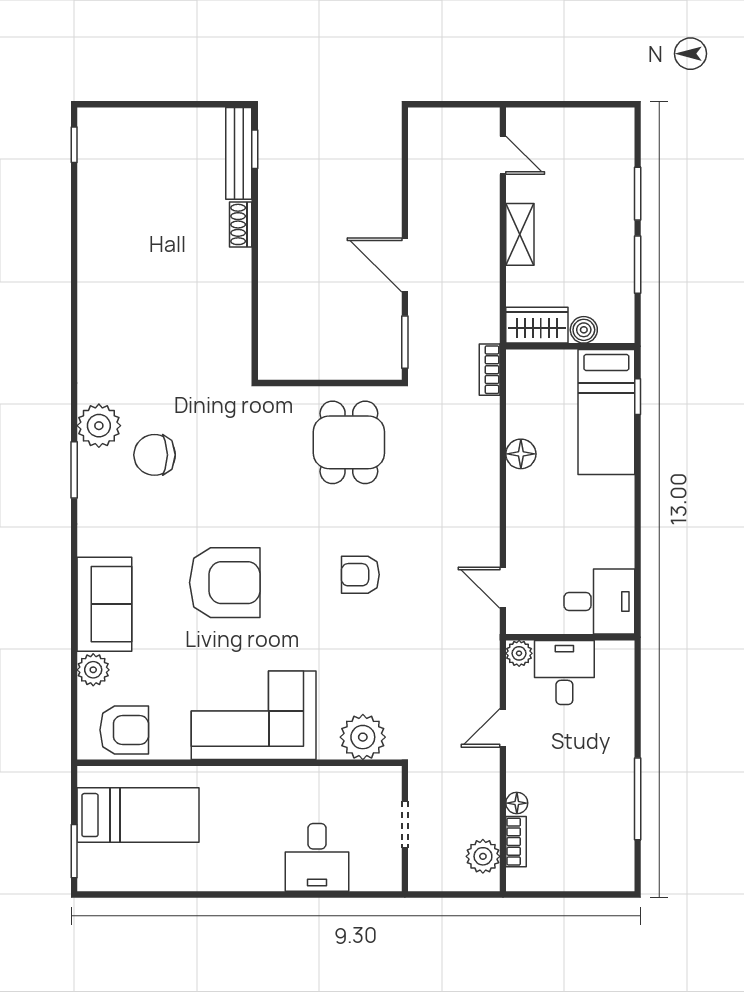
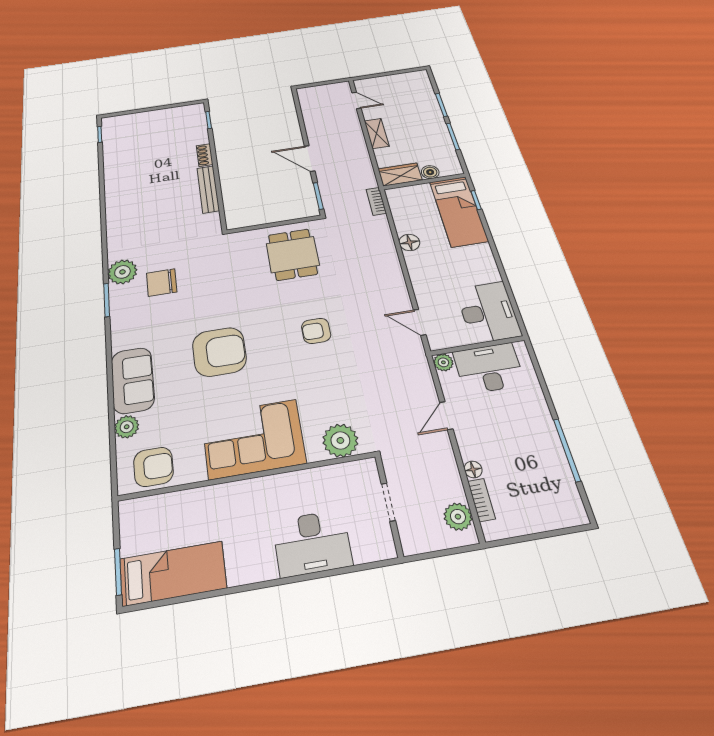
bench: (239, 153) -> (208, 189), moved
desk: (599, 601) -> (488, 312), width x1.37
desk: (564, 672) -> (489, 368), width x1.37
bed: (138, 815) -> (173, 573), moved
desk: (317, 857) -> (312, 543), width x1.37

